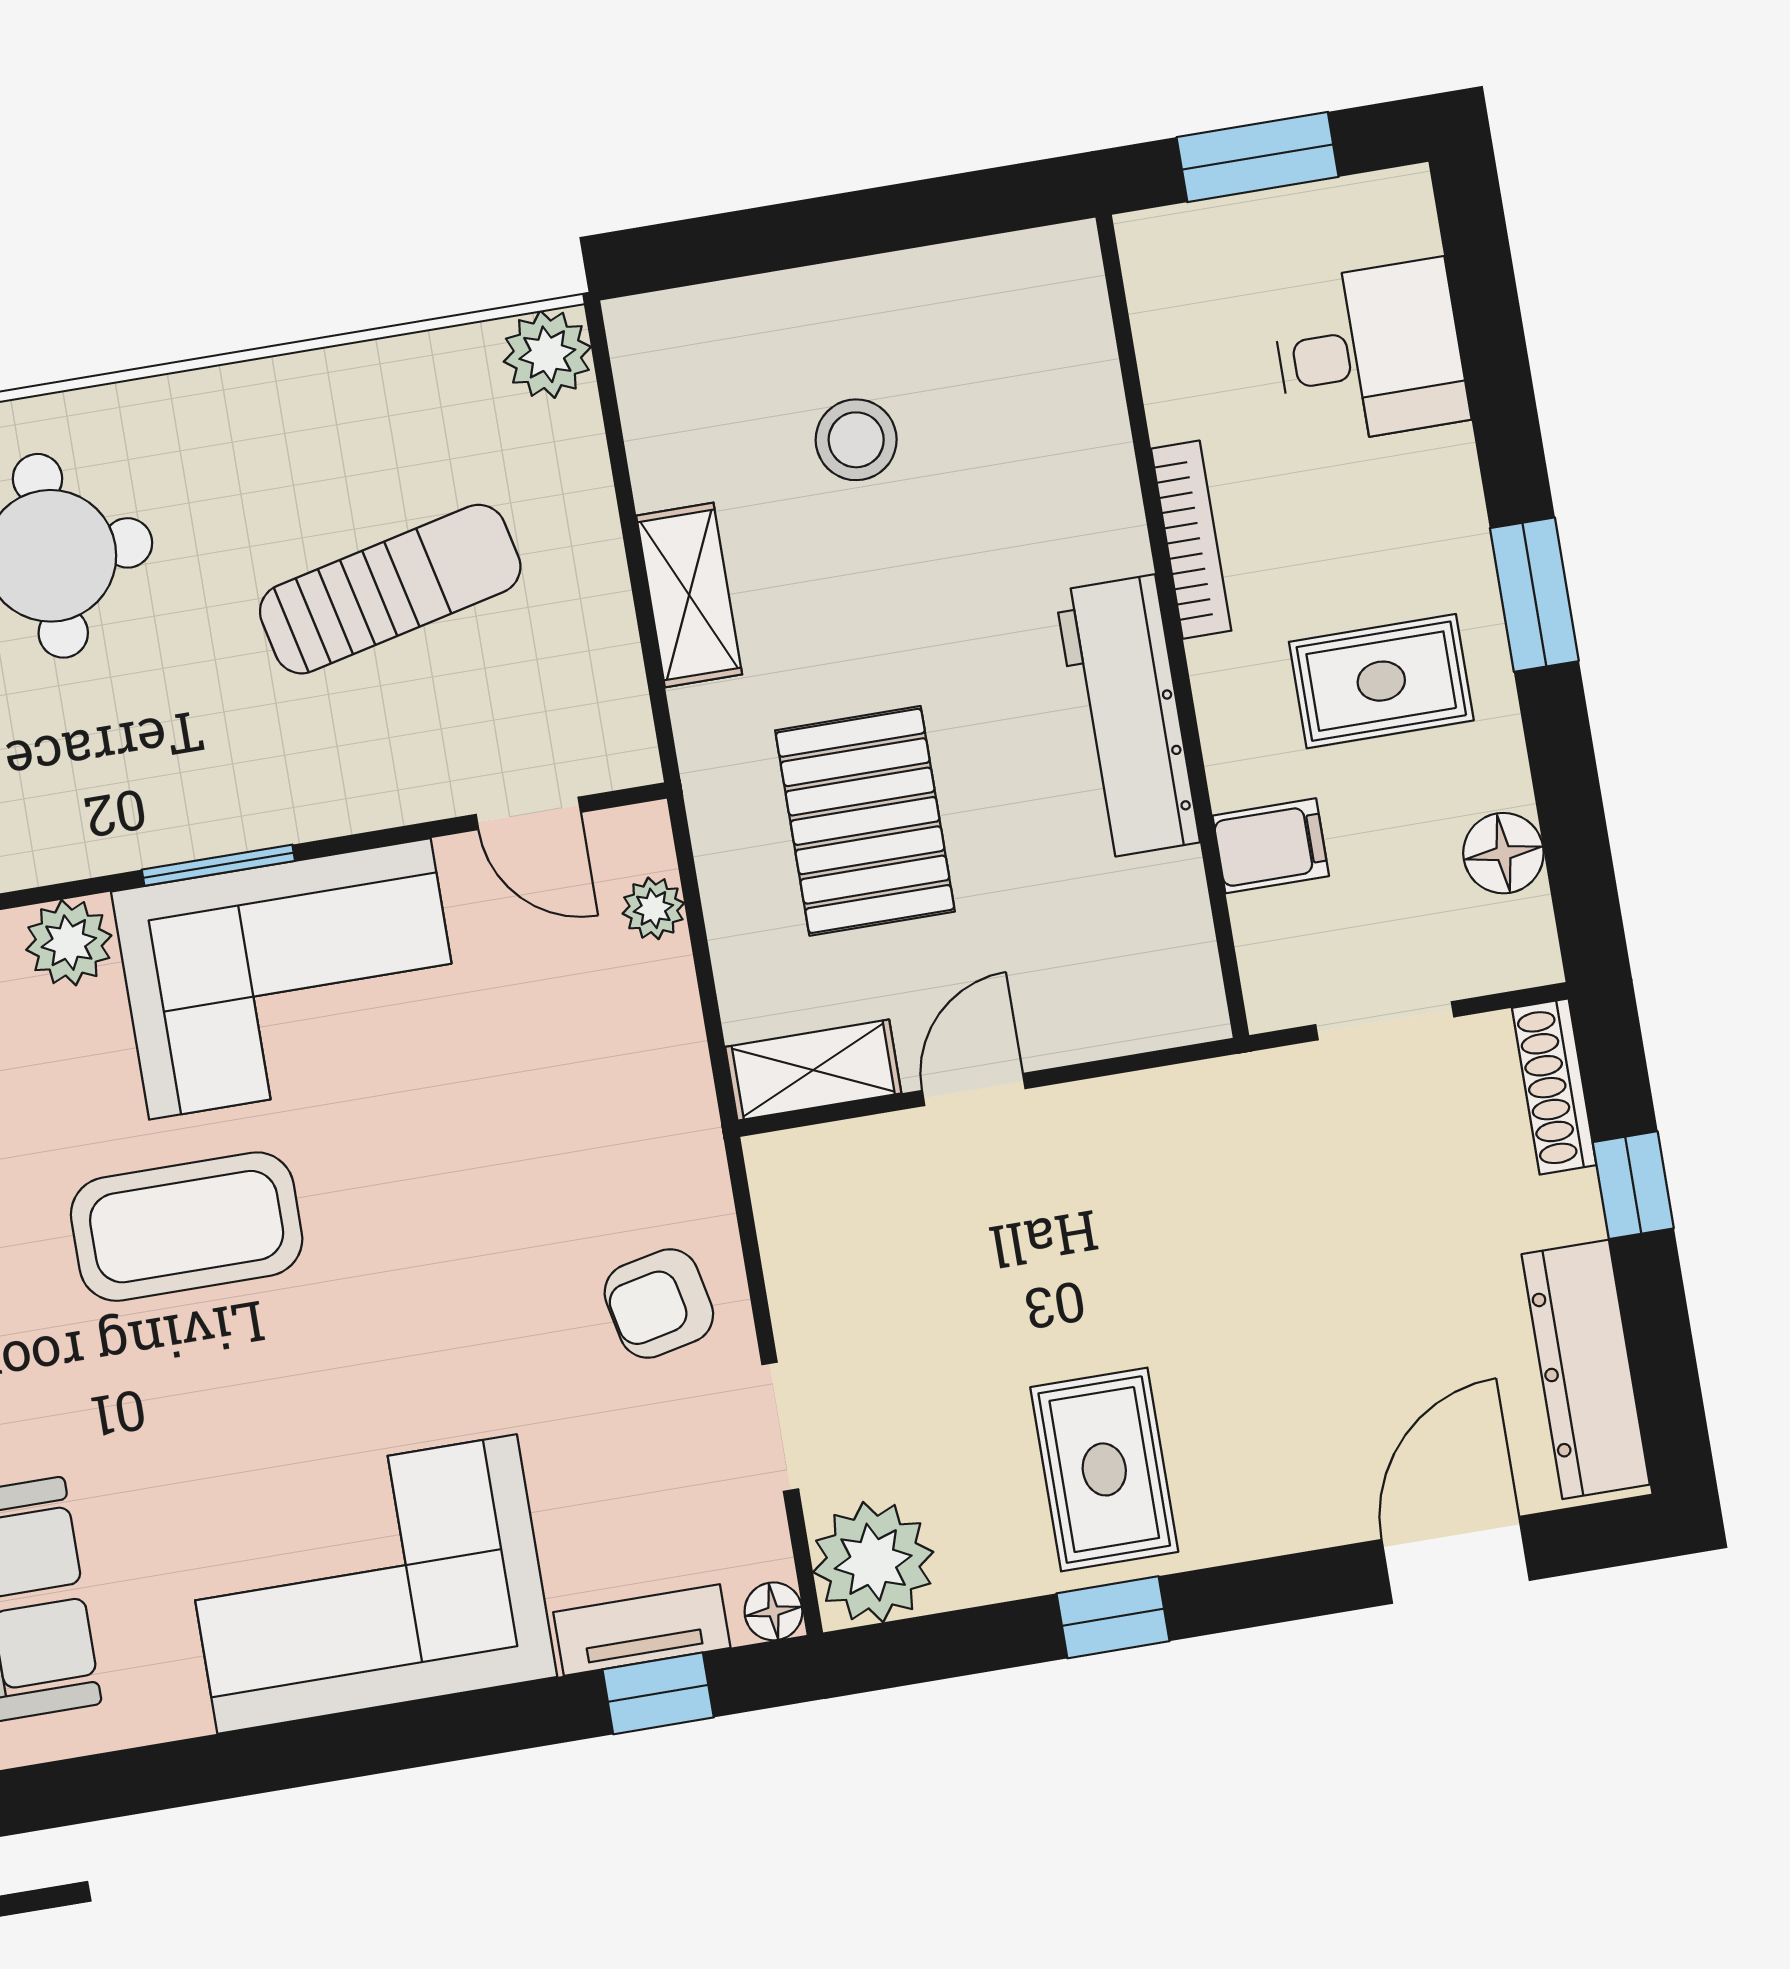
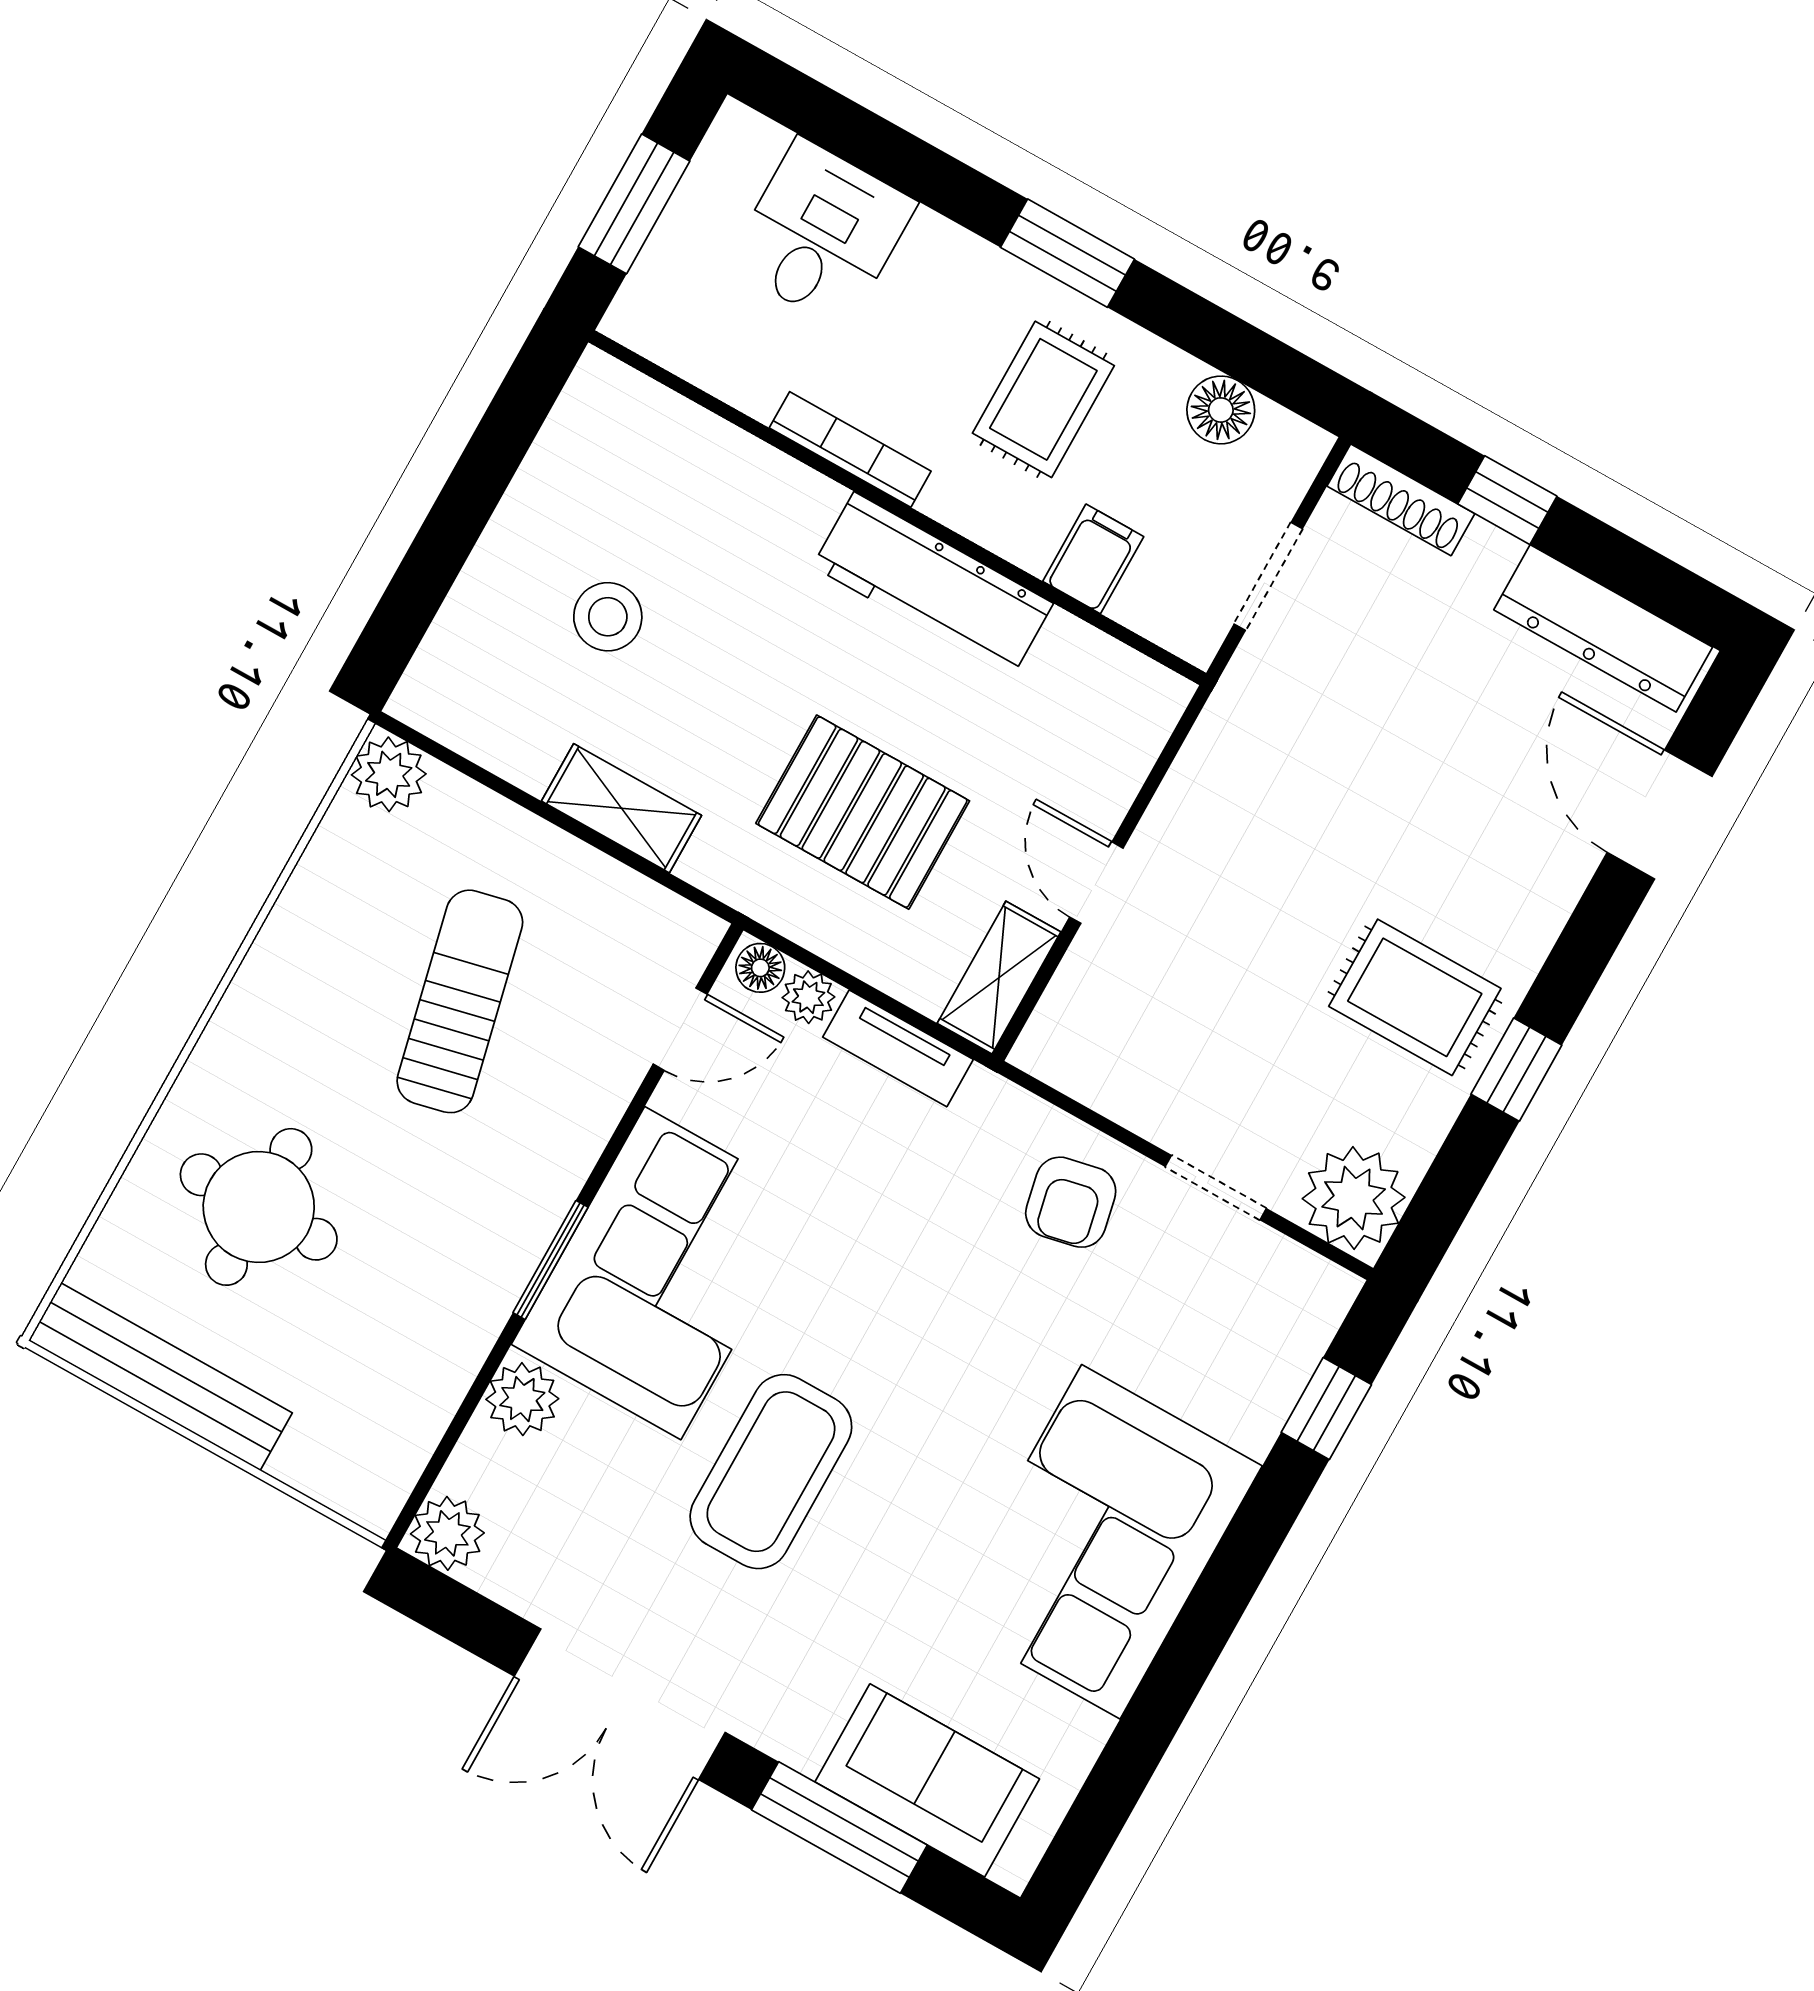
floor lamp: (773, 1611) -> (760, 968), moved
tv unit: (642, 1630) -> (898, 1048), moved, turned -90

